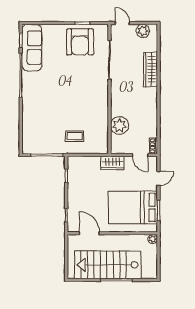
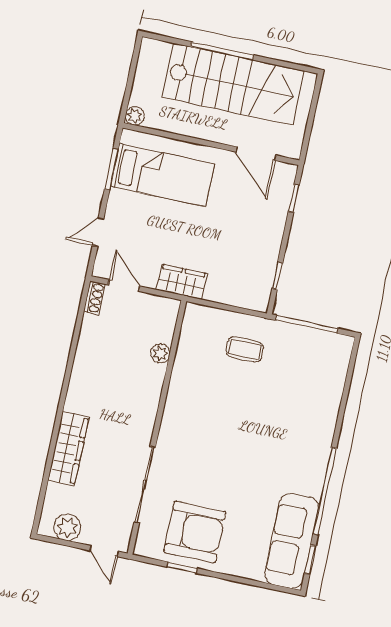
armchair: (80, 42) -> (195, 532), turned 90
plant: (119, 126) -> (160, 353), width x0.53, depth x0.53
bed: (133, 208) -> (162, 175), width x0.67

